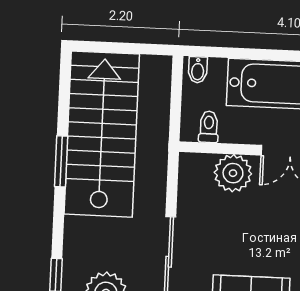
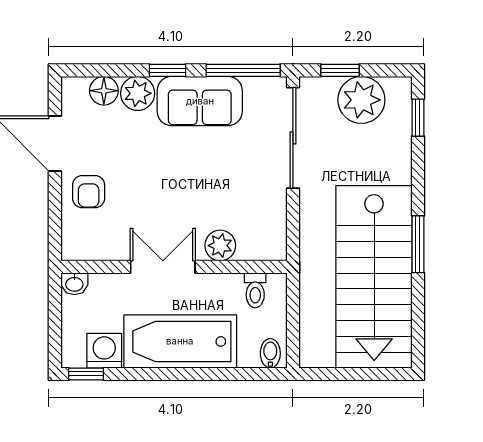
plant: (233, 173) -> (220, 246), width x0.73, depth x0.73

